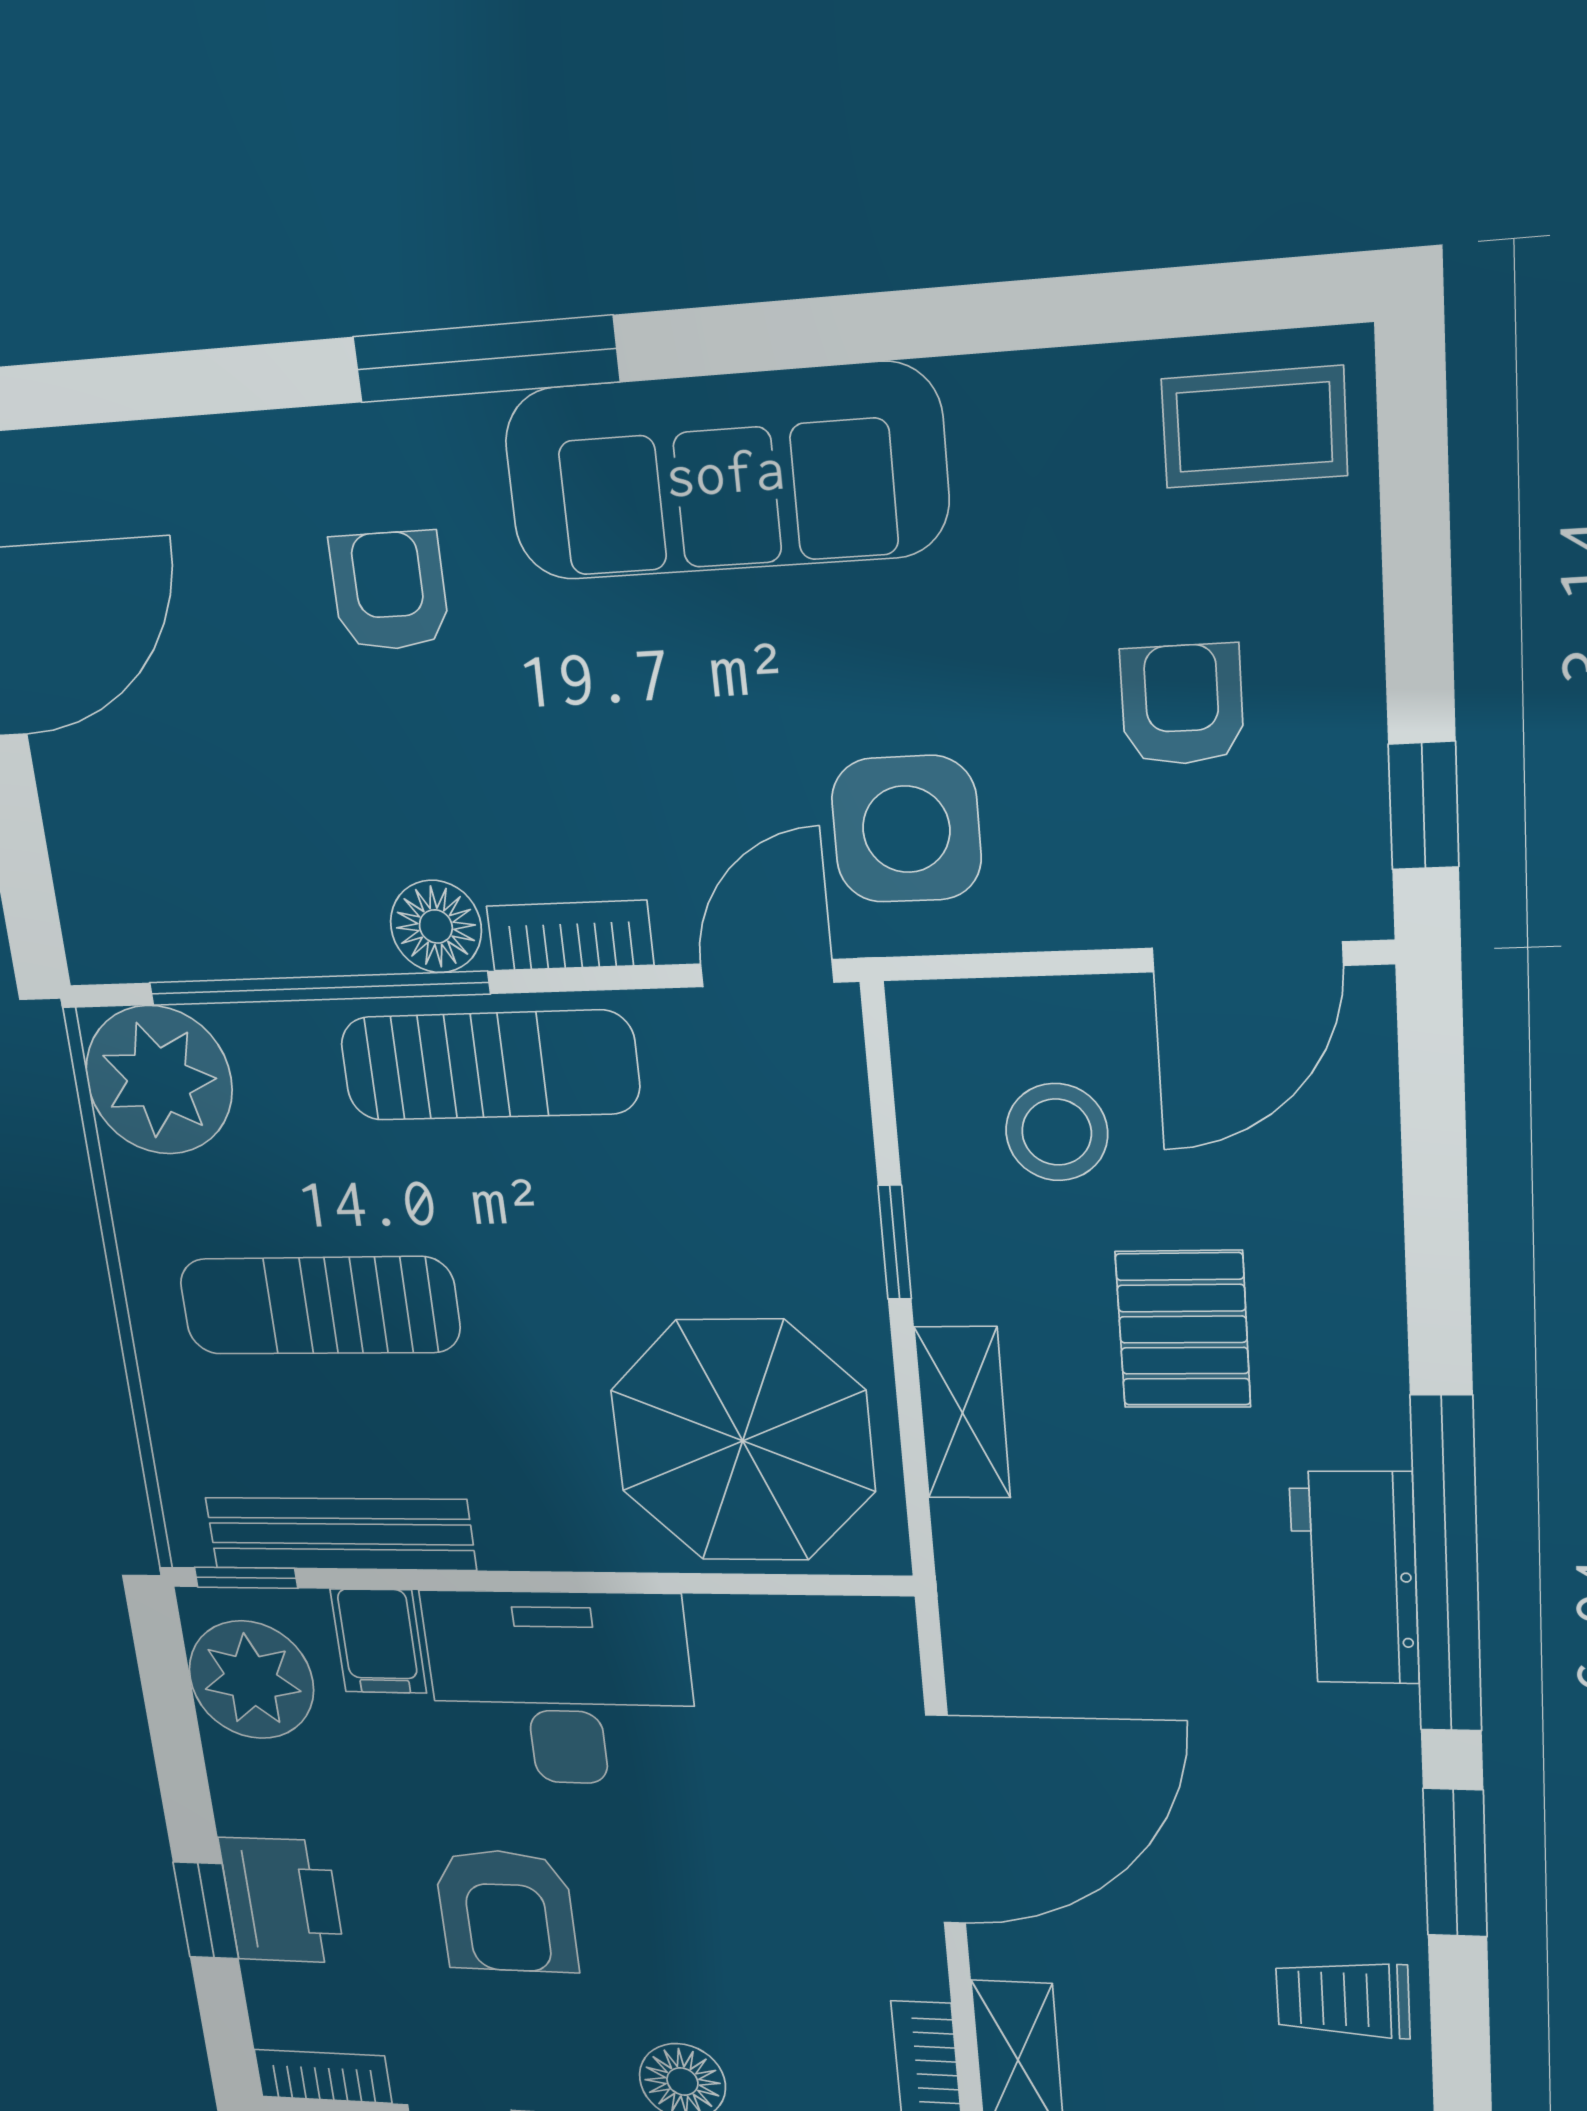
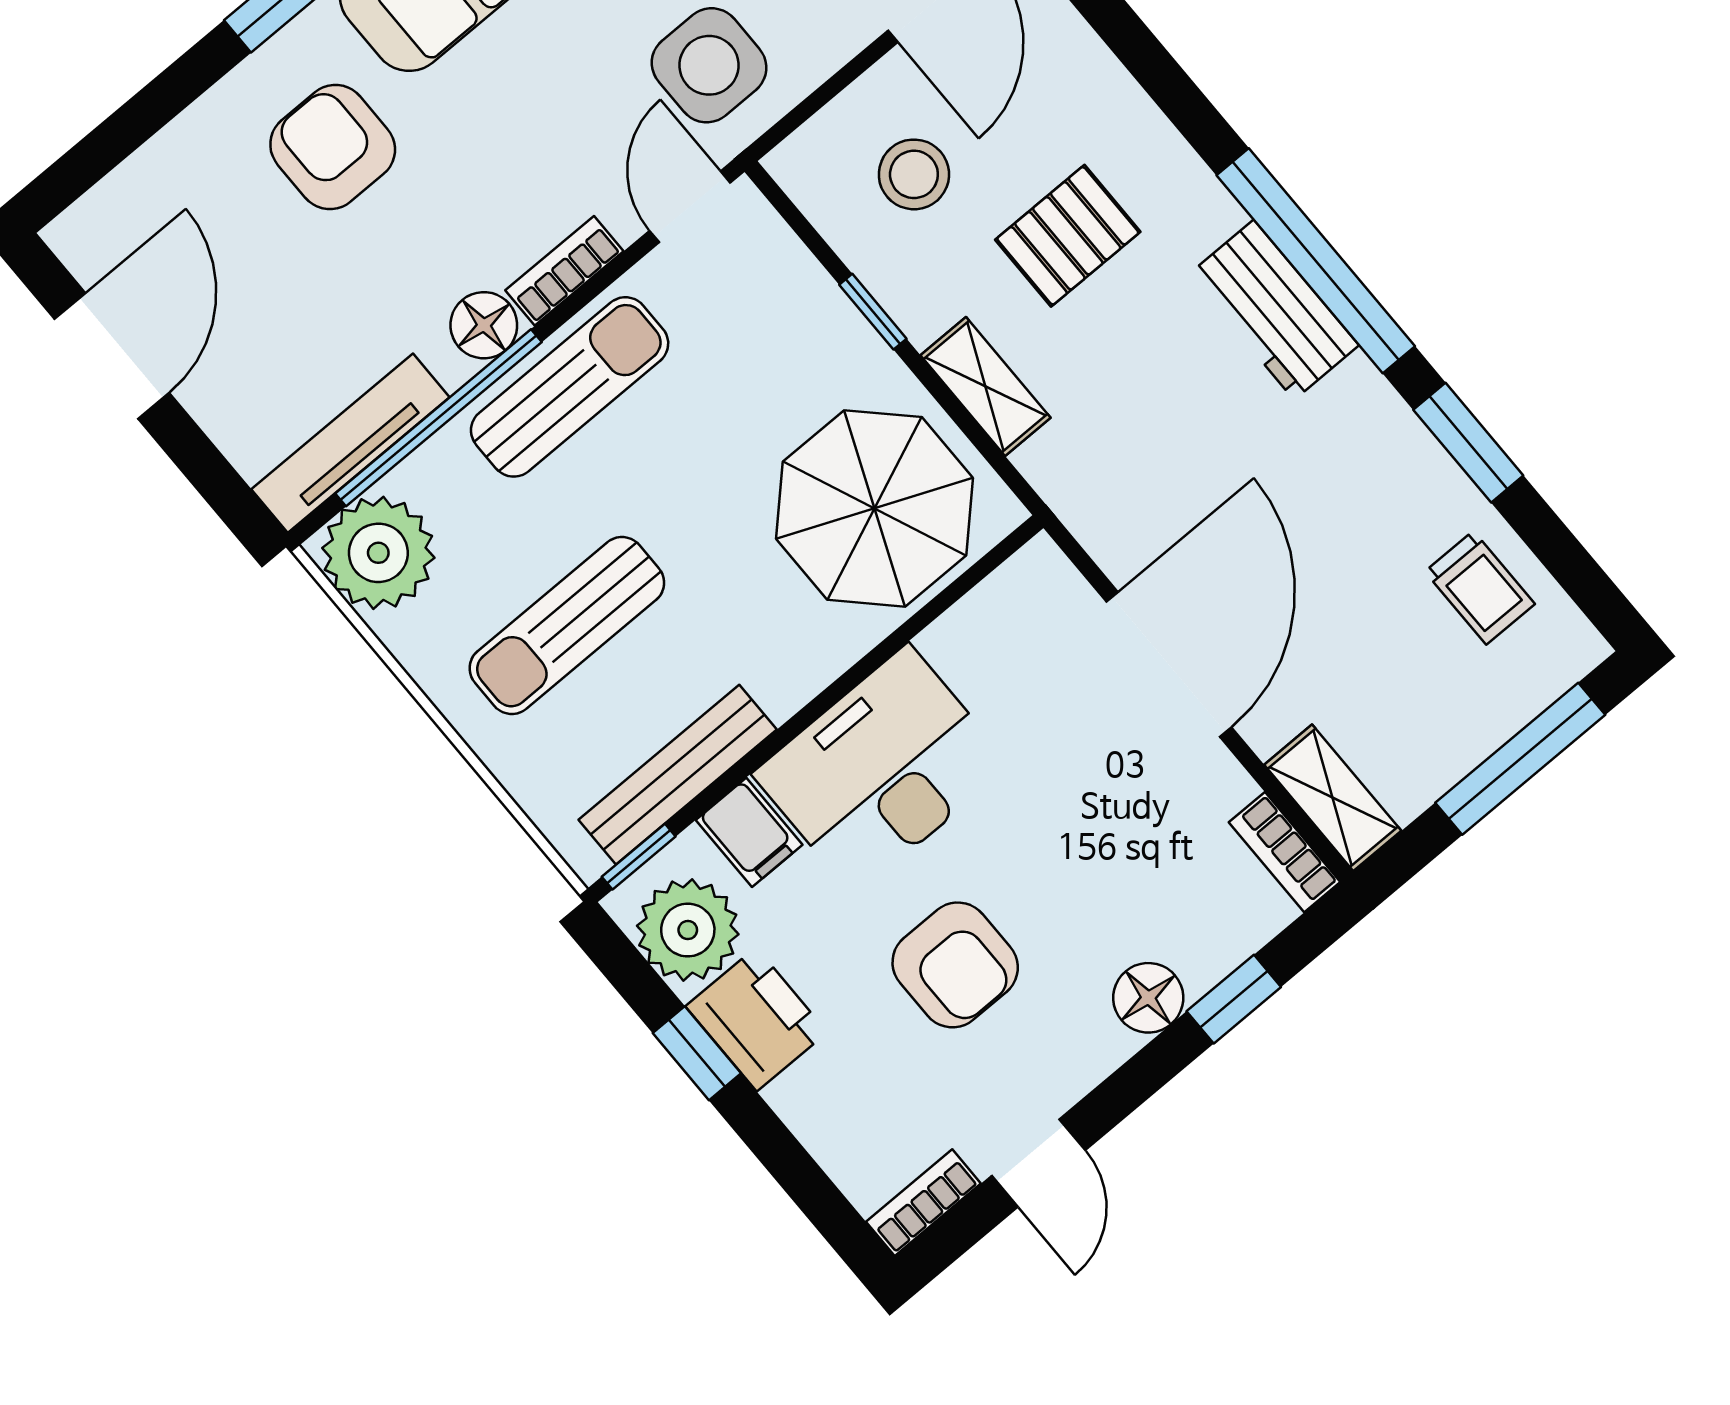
armchair: (389, 591) -> (333, 147), width x1.38, depth x1.38
tv unit: (200, 942) -> (350, 443), added
pallet: (1183, 1329) -> (1068, 236), turned 90
printer: (282, 1900) -> (756, 1019), moved
window: (206, 1910) -> (697, 1053), moved
trolley: (1343, 1999) -> (1480, 588), turned -90

